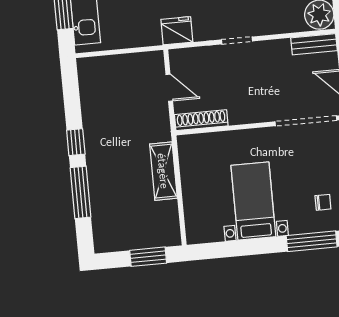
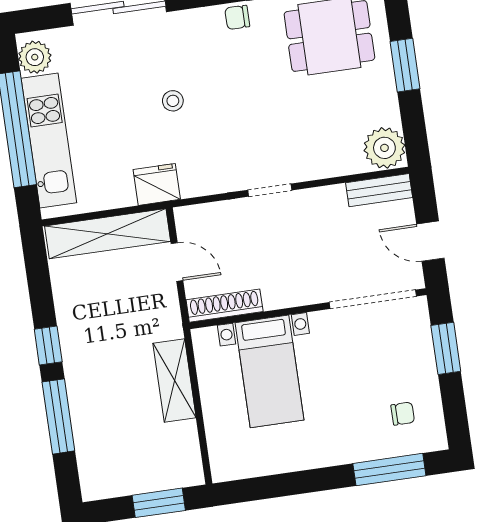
fridge: (177, 31) -> (157, 184), moved
shelving: (121, 66) -> (108, 234), added
bed with nightstands: (253, 201) -> (269, 371), moved, turned 180

